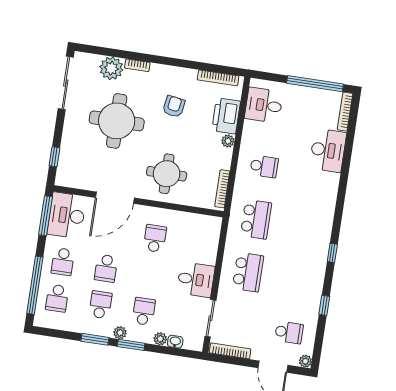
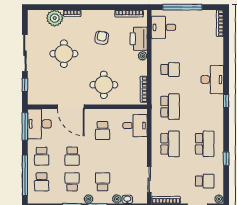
sliding door: (66, 83) -> (25, 53), moved
window: (315, 84) -> (182, 7), moved
round table: (117, 121) -> (64, 54), width x0.73, depth x0.73
desk: (328, 150) -> (212, 80), moved
door: (115, 198) -> (71, 107), hinge flipped
school desk: (155, 238) -> (103, 131), turned 180
window: (332, 253) -> (226, 101), moved
desk: (196, 280) -> (135, 126), moved
school desk: (297, 280) -> (205, 144), added

